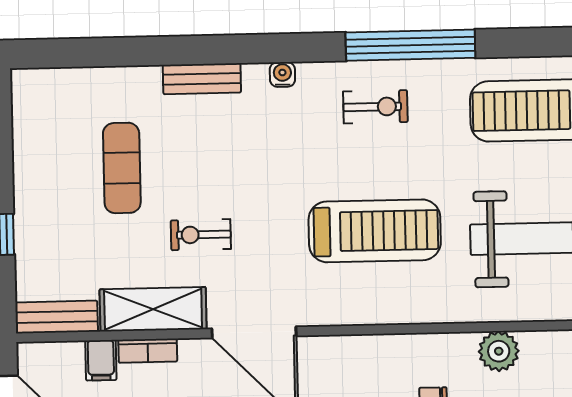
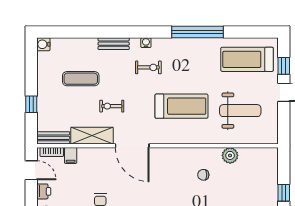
water cooler: (27, 84) -> (43, 44), added
exercise bike: (375, 107) -> (148, 67), moved
exercise mat: (122, 168) -> (81, 79), turned 90
bookcase: (148, 351) -> (52, 152), moved

